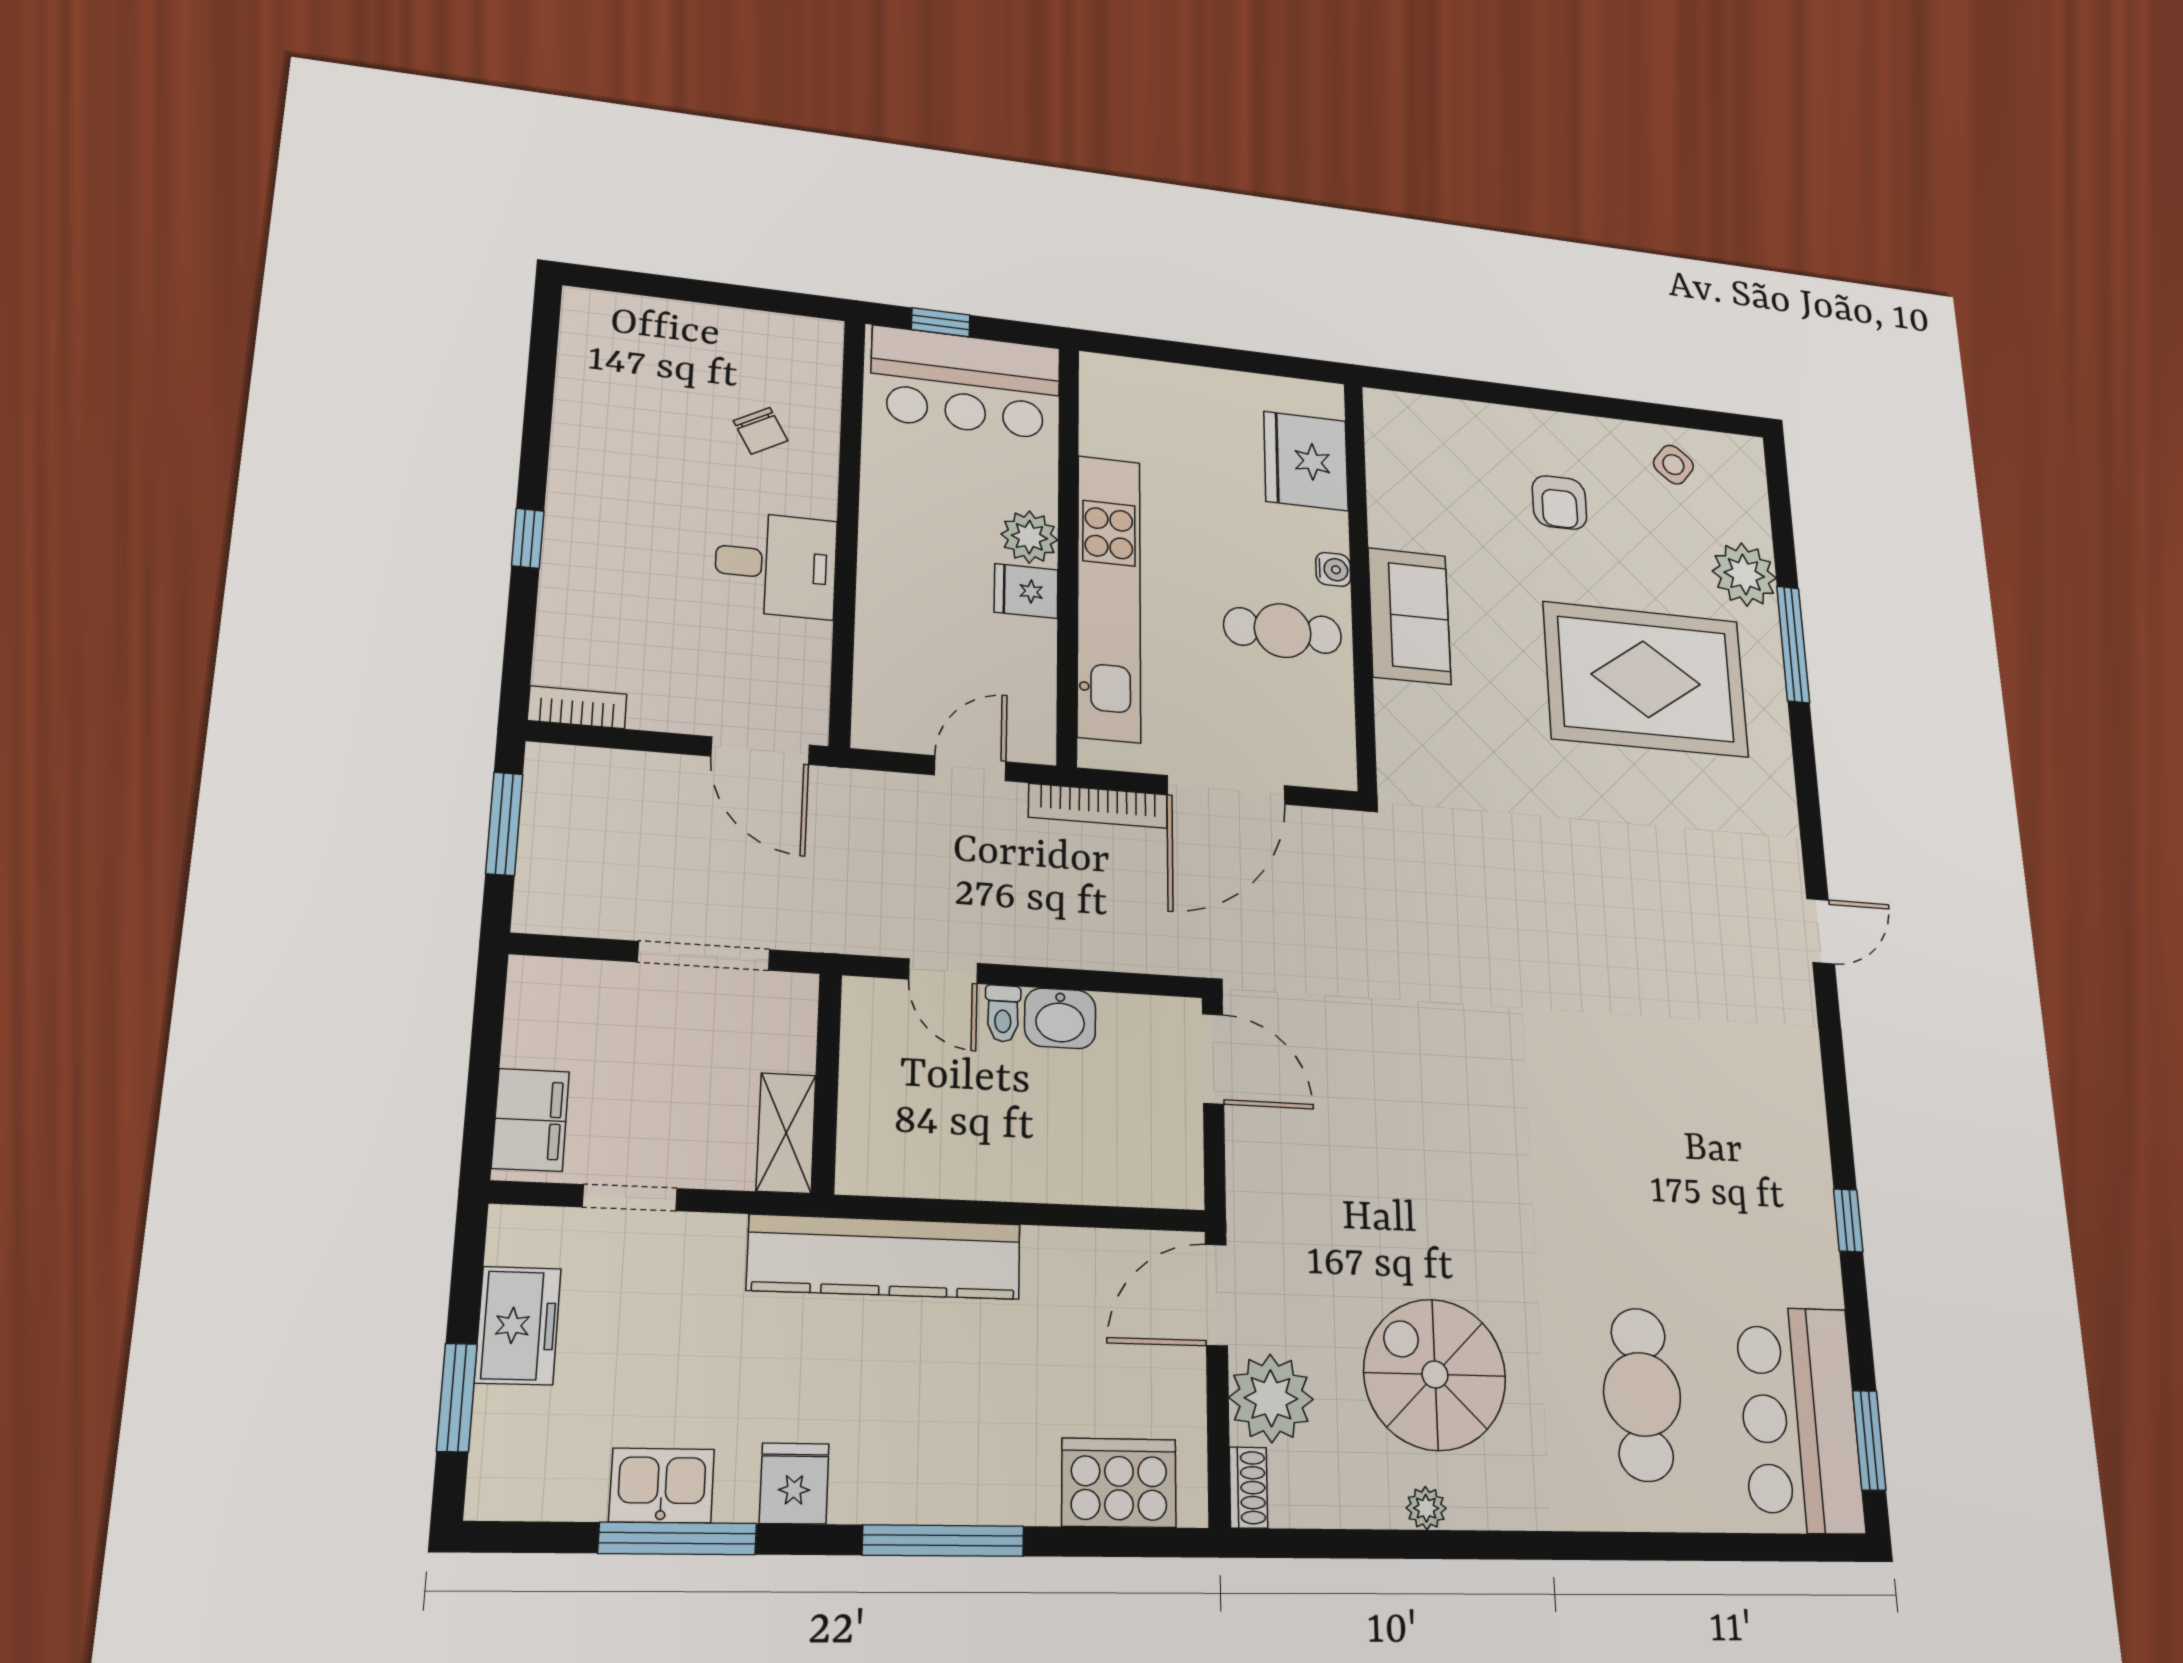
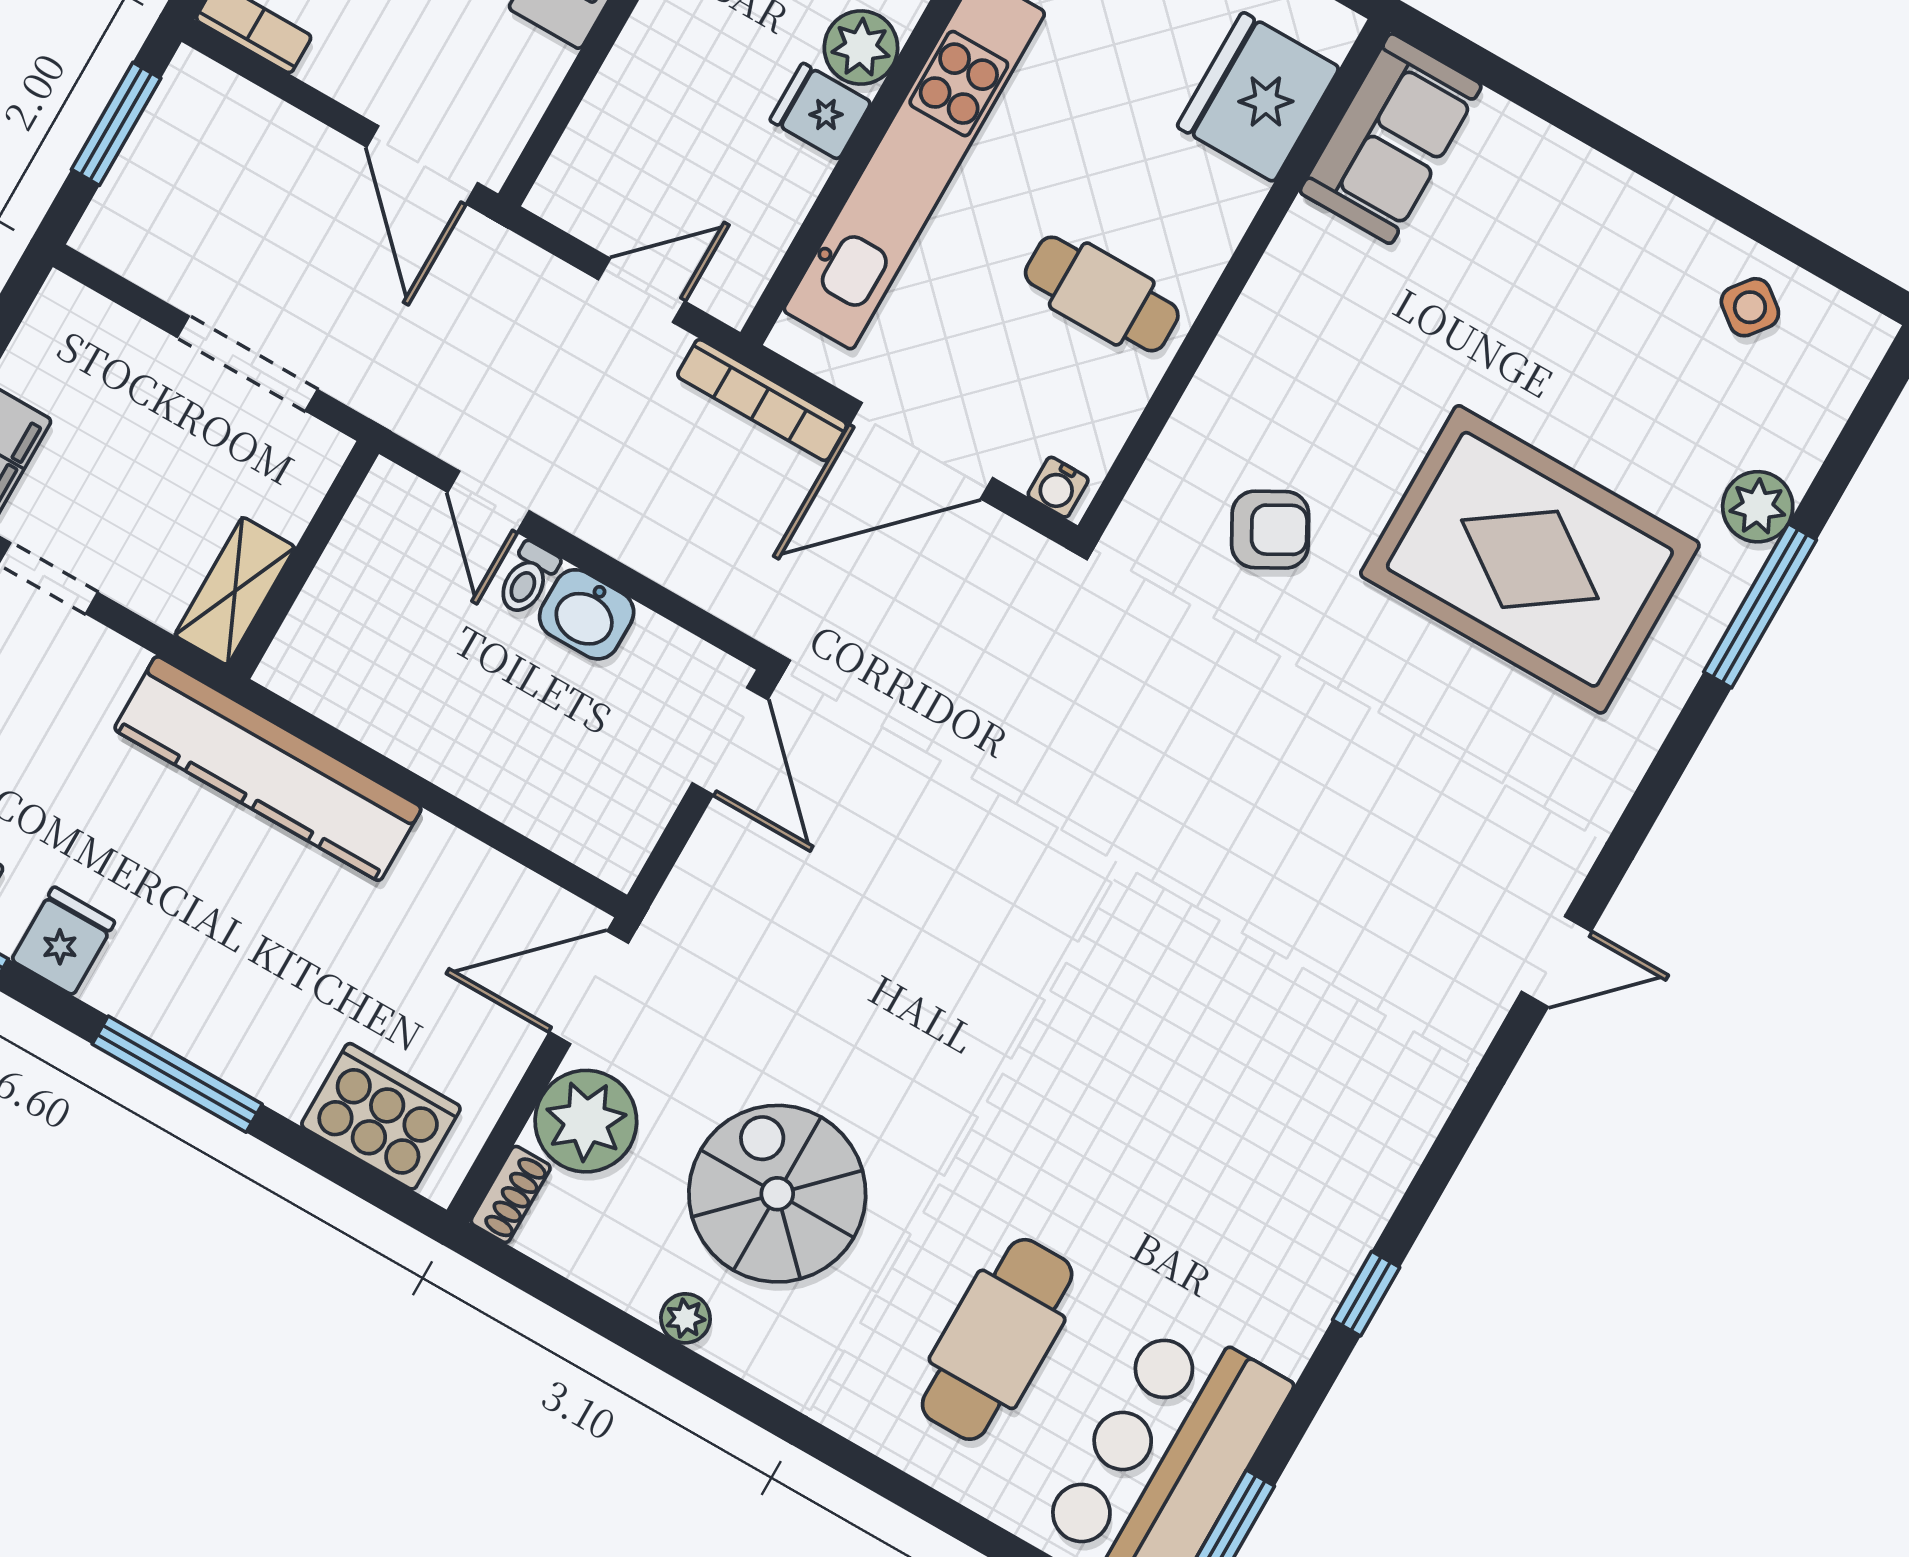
armchair: (1559, 502) -> (1270, 530), moved, turned -119
water cooler: (1333, 569) -> (1058, 487), moved, turned 90
plant: (1744, 574) -> (1758, 507), width x0.73, depth x0.73
sofa: (1409, 616) -> (1391, 139), moved

